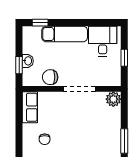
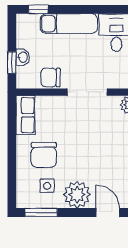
chair: (45, 139) -> (44, 155), width x1.87, depth x1.87

